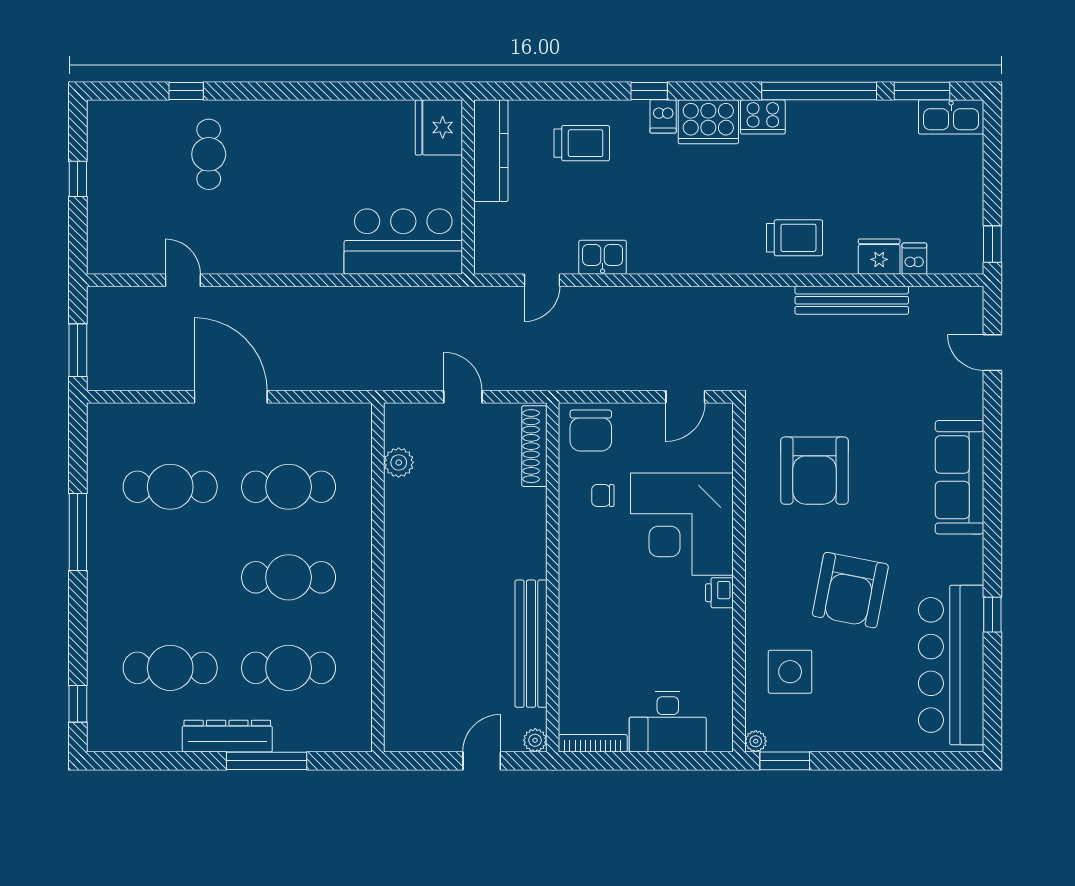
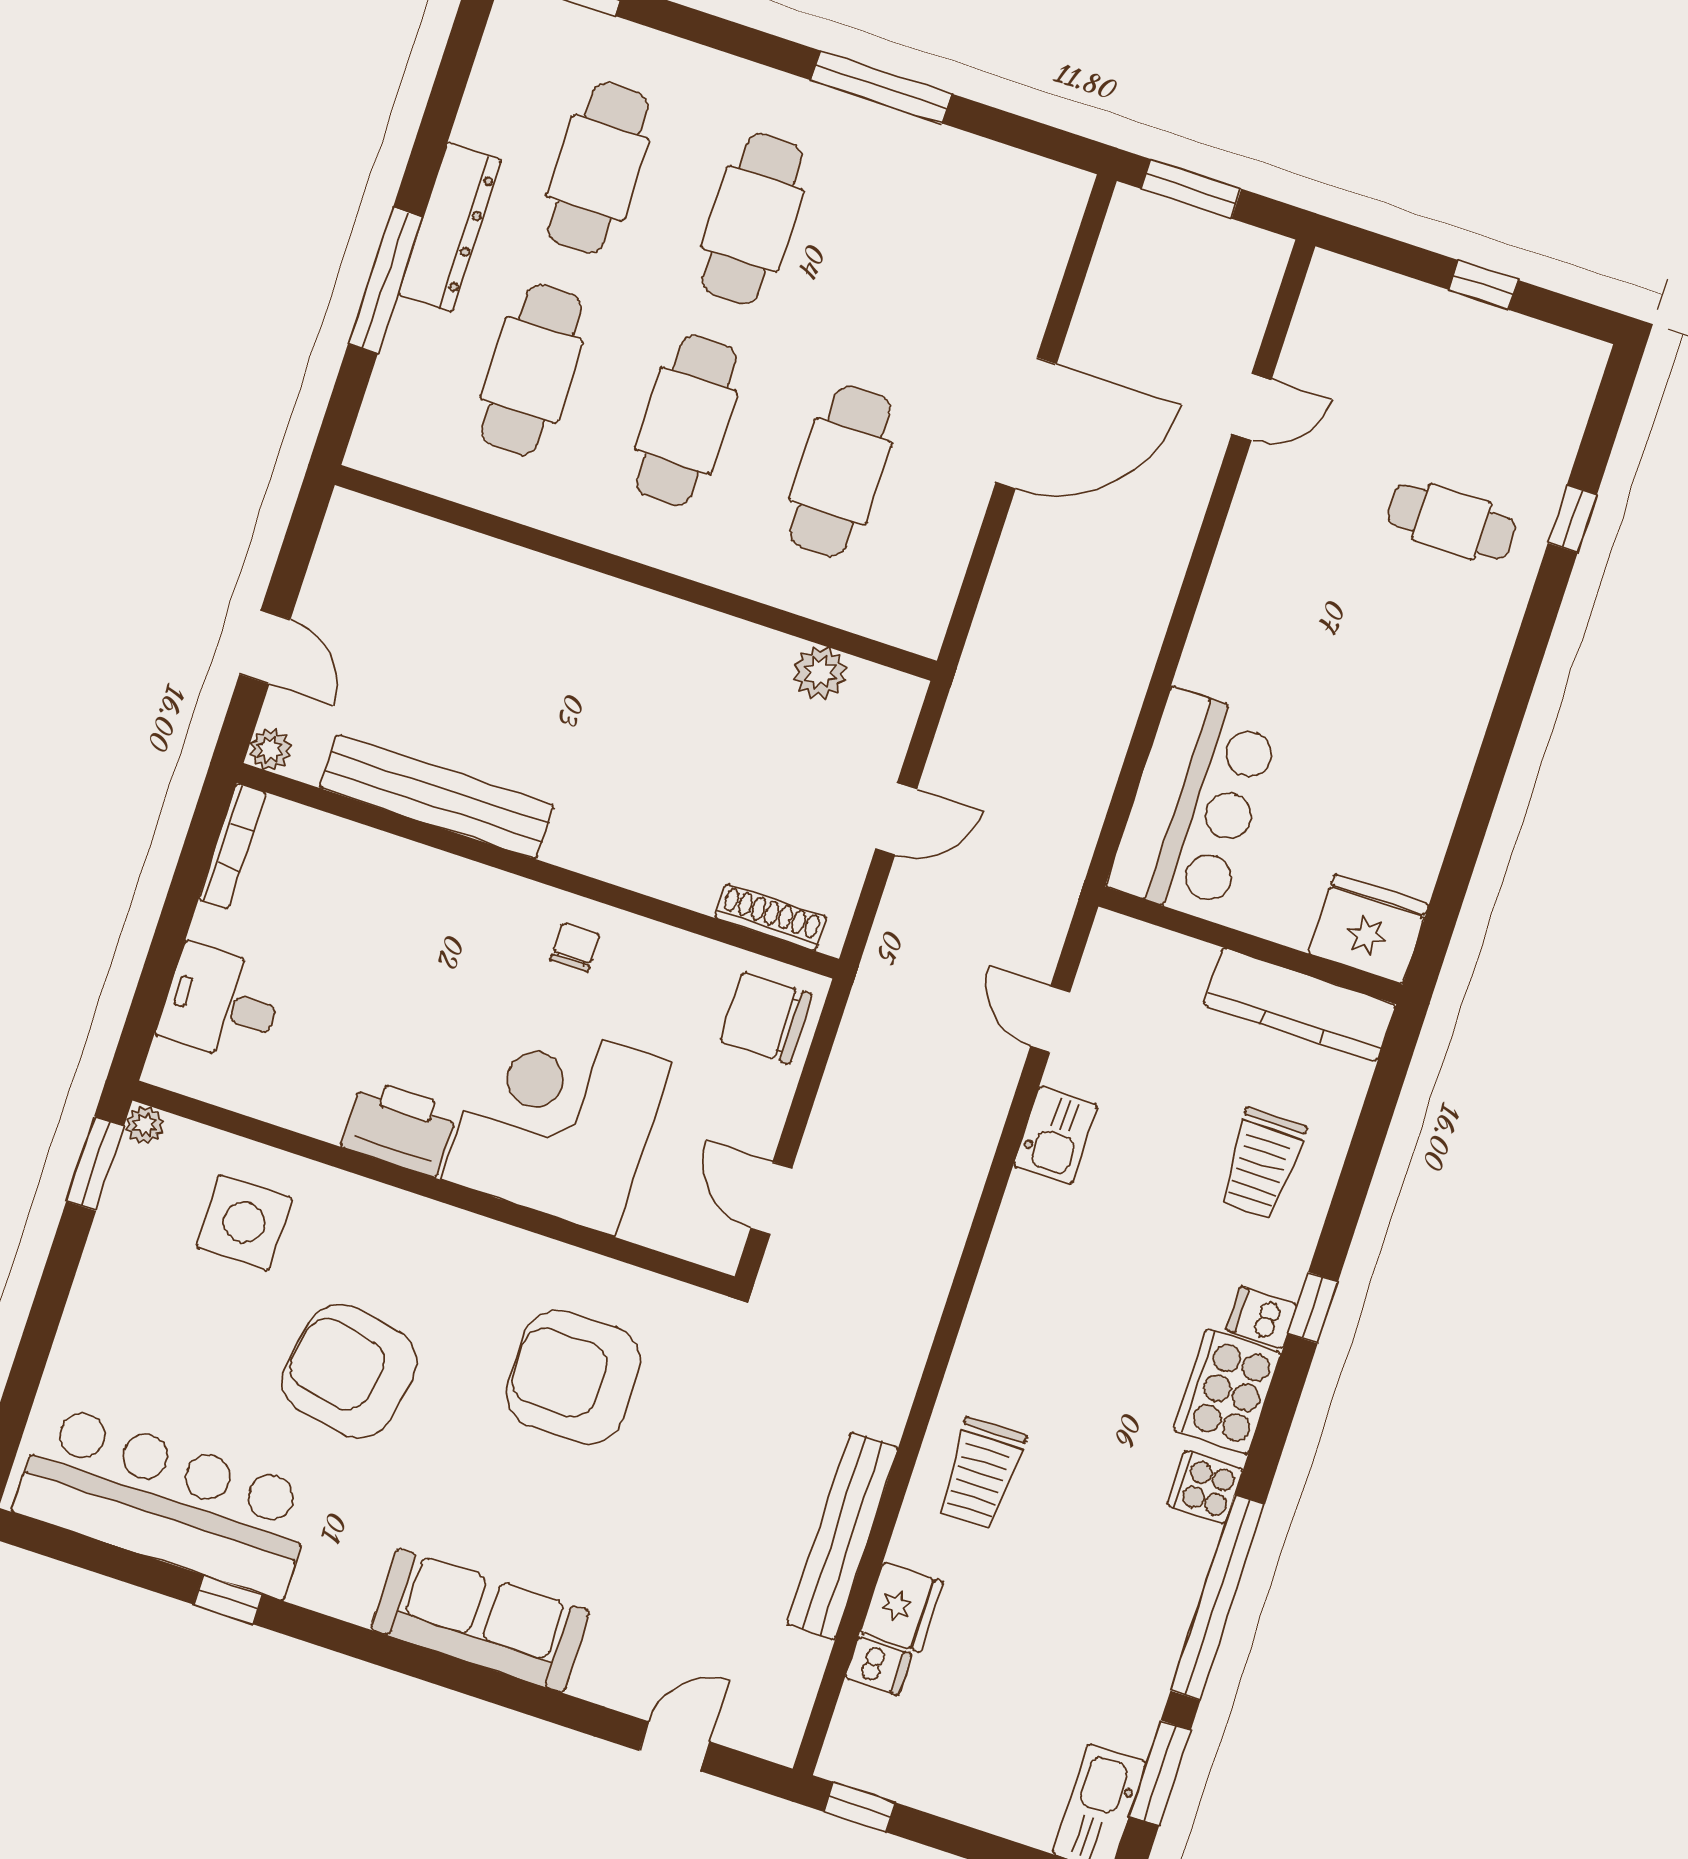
cooker: (763, 117) -> (1205, 1487), width x0.73
shoe rack: (534, 446) -> (771, 917), width x0.74, depth x0.81
cafe table: (170, 487) -> (752, 219), moved
chair: (603, 495) -> (575, 948), moved
printer: (719, 593) -> (399, 1128), width x1.87, depth x1.48
desk: (668, 722) -> (221, 1004), width x0.73

